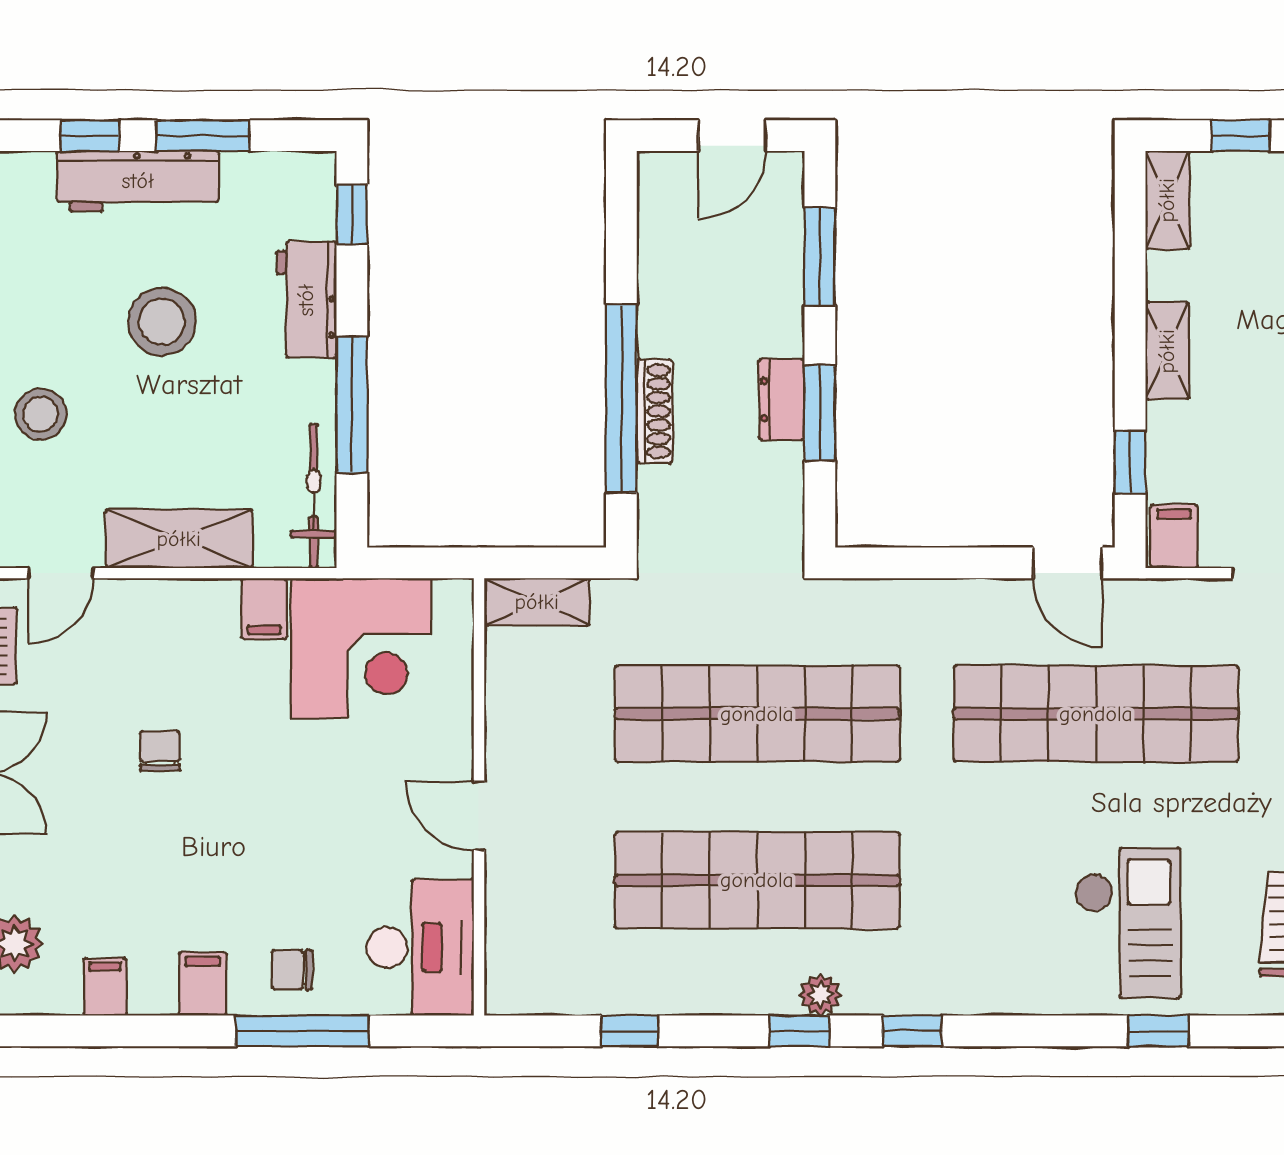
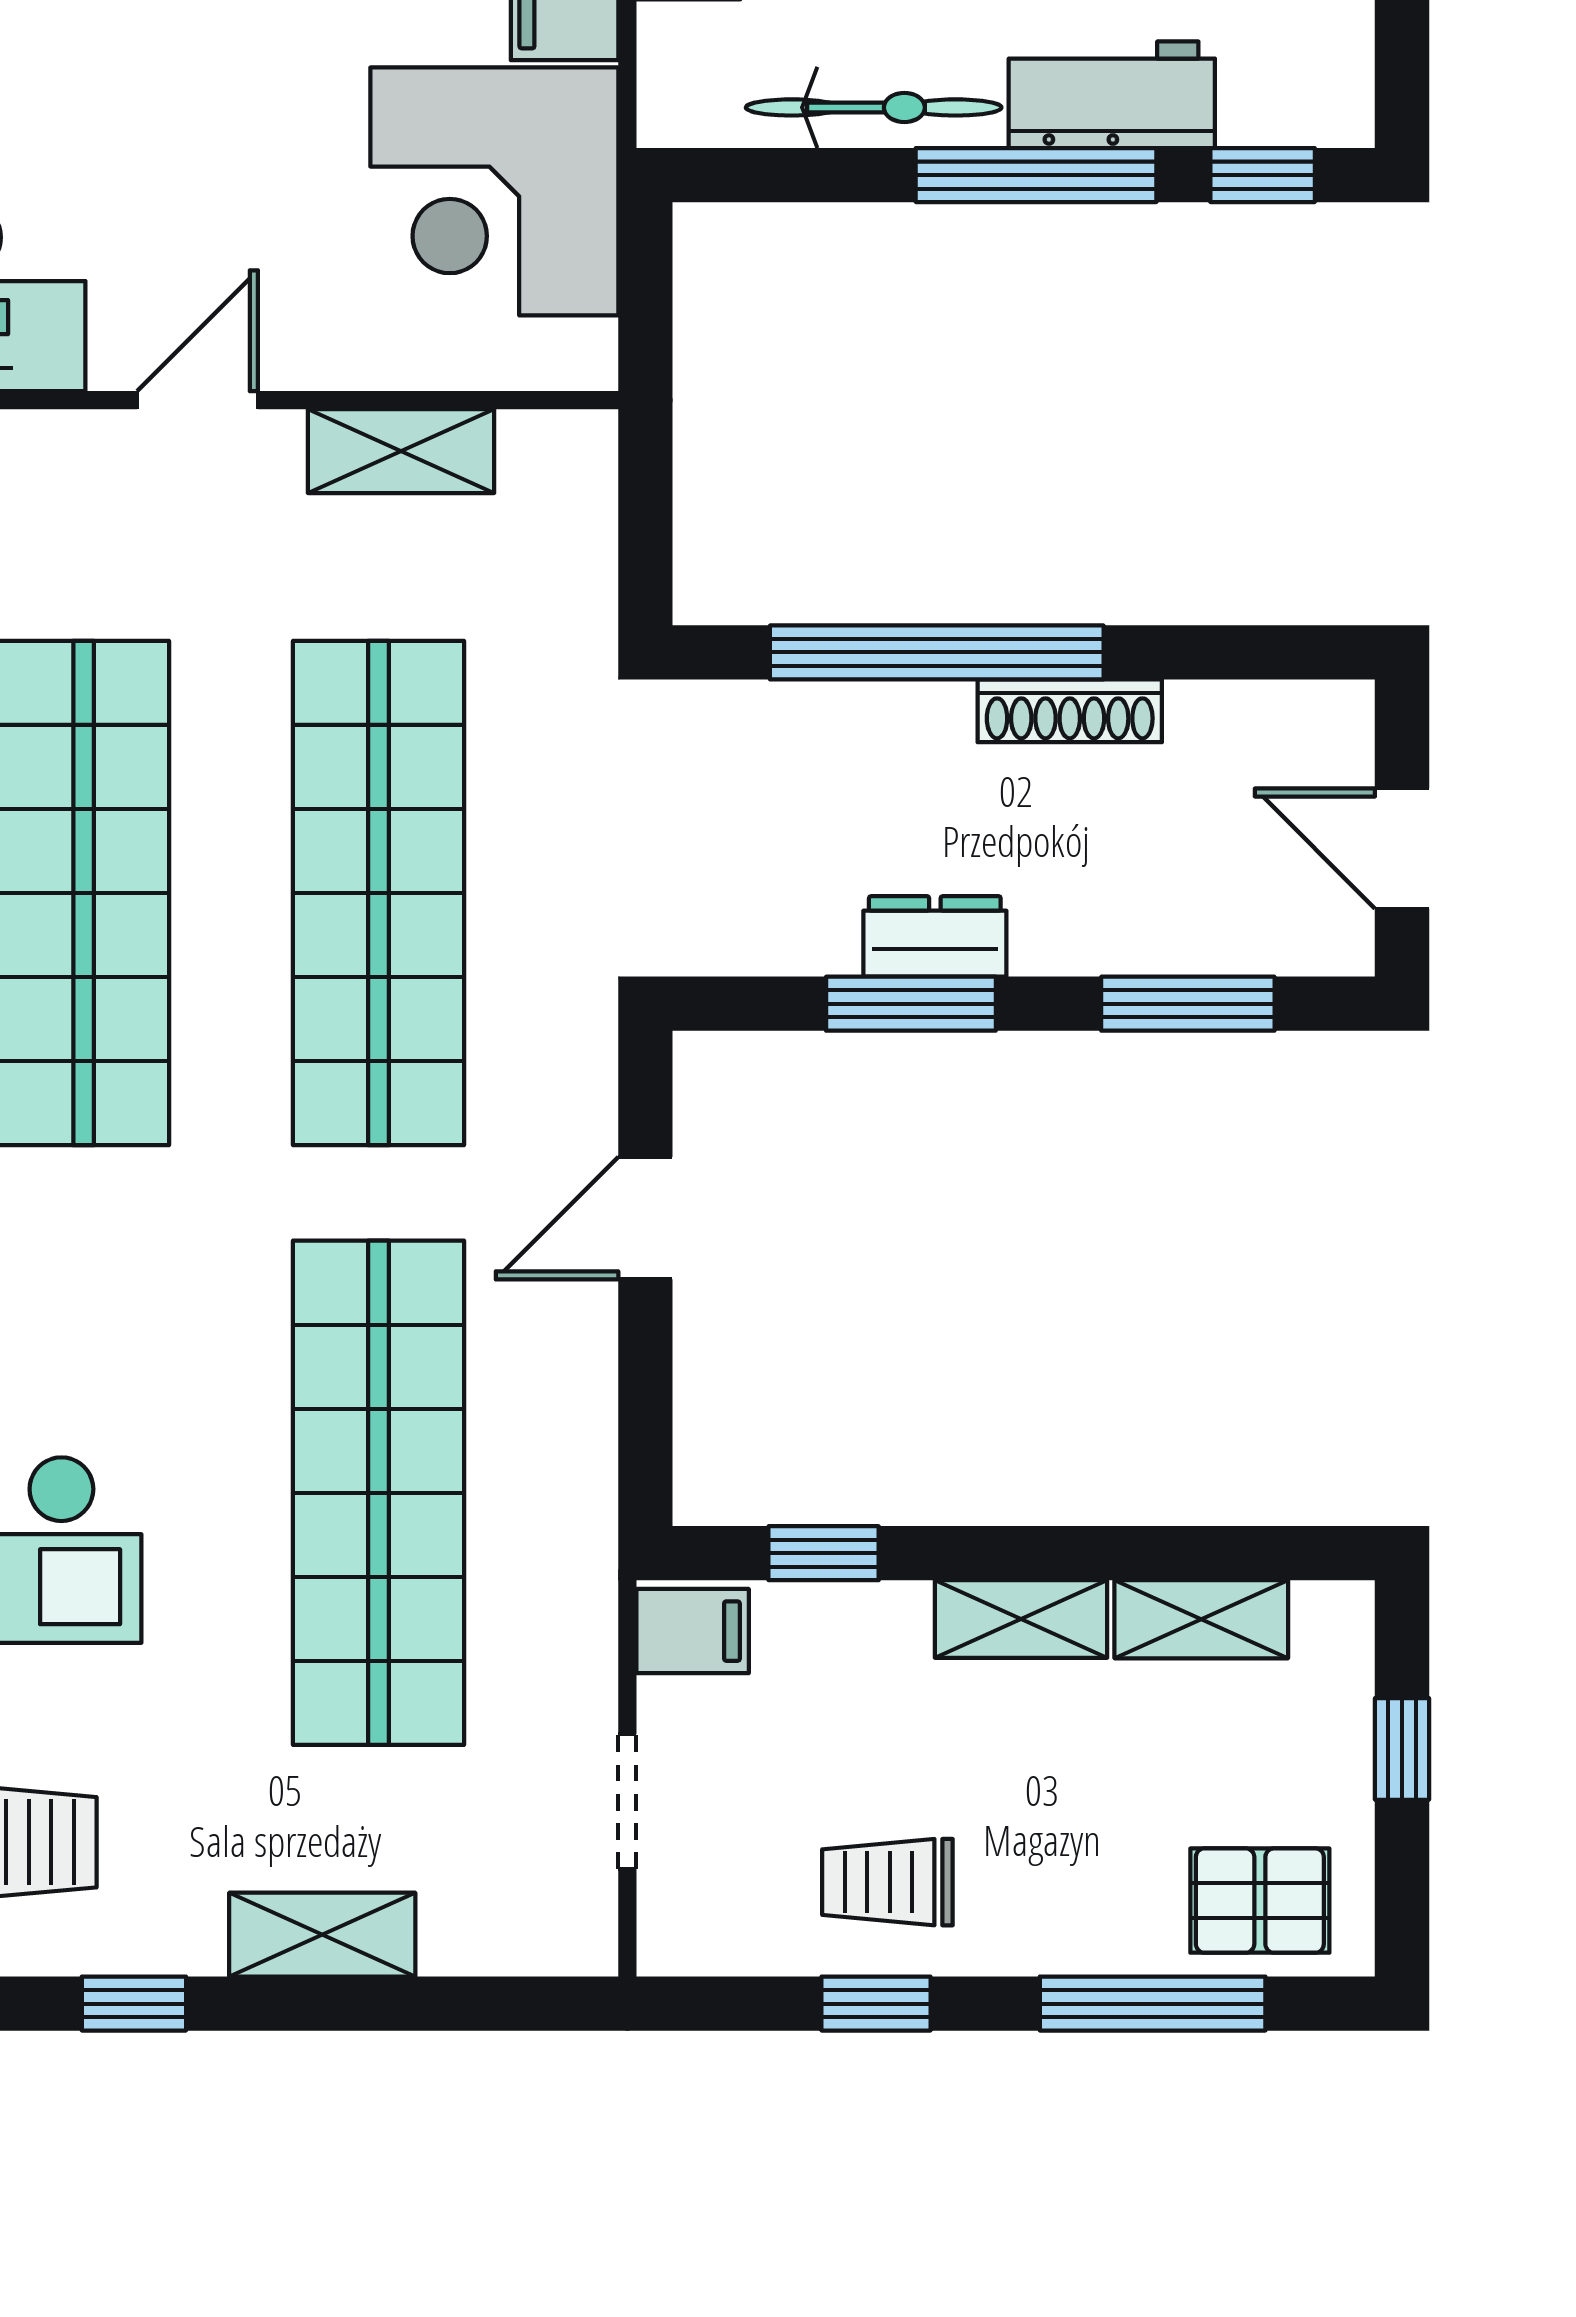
shelving: (1167, 200) -> (1201, 1619), moved
window: (352, 404) -> (1036, 175), moved
shoe rack: (654, 411) -> (1070, 711), moved
bicycle: (314, 496) -> (874, 107), moved
door: (1068, 563) -> (645, 1218), moved
shelving: (537, 602) -> (401, 451), moved, turned 90

